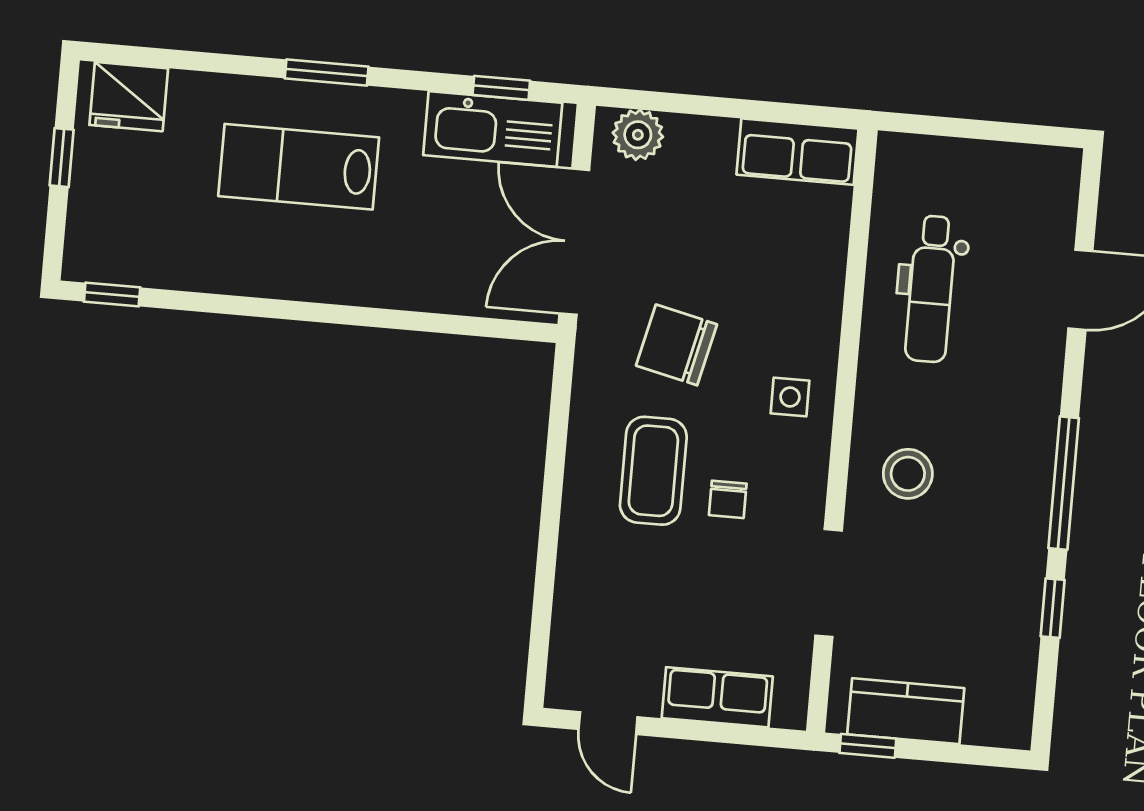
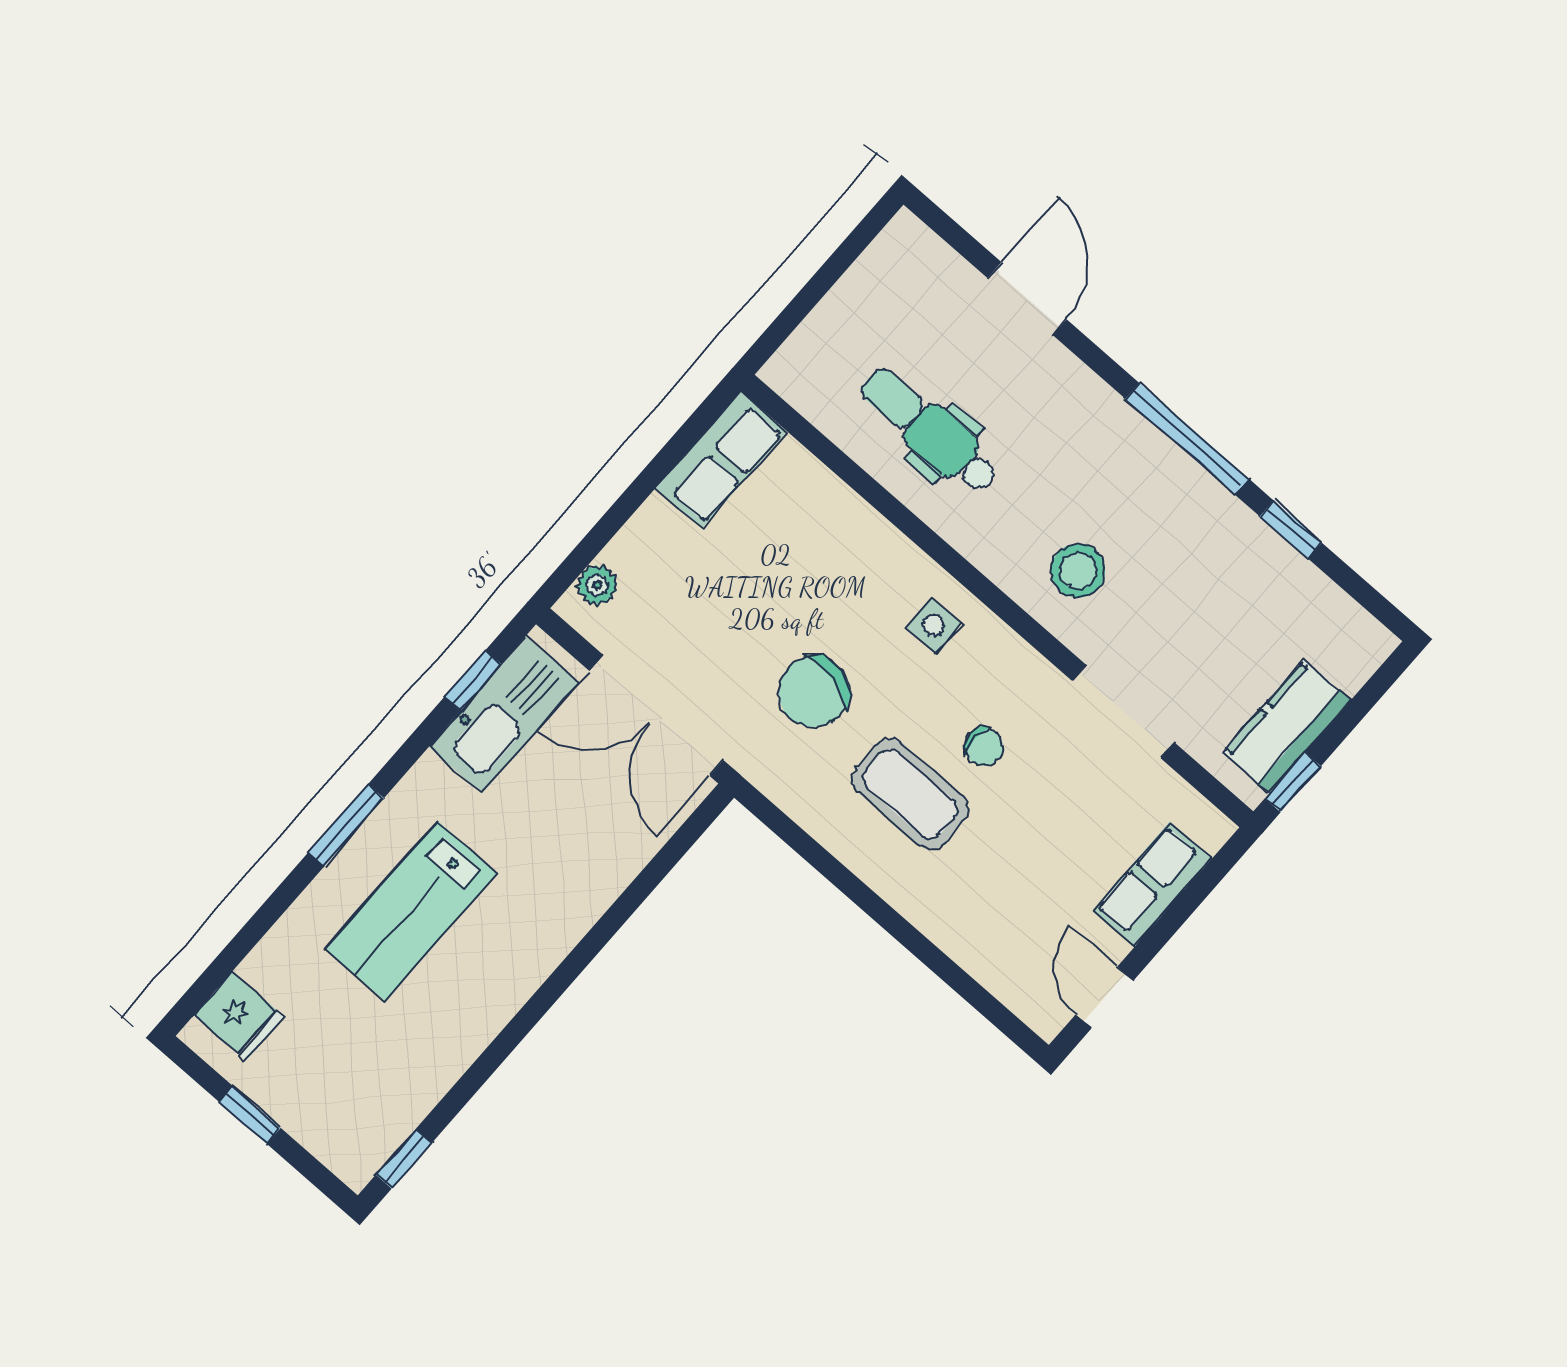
fridge: (129, 97) -> (239, 1016), width x0.72
plant: (638, 135) -> (597, 585), width x0.73, depth x0.73
dental chair: (931, 289) -> (929, 430), turned 180
door: (608, 723) -> (1104, 998), swing flipped

